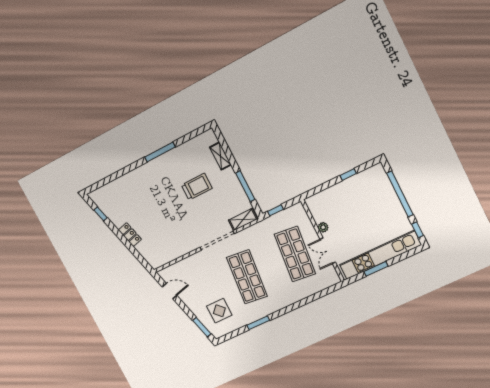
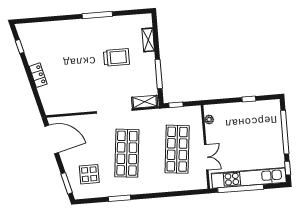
plant: (323, 227) -> (209, 119), moved
double door: (328, 251) -> (206, 157), swing flipped
window: (376, 269) -> (241, 189), width x2.11
door: (170, 291) -> (52, 139), width x1.88

